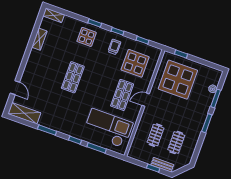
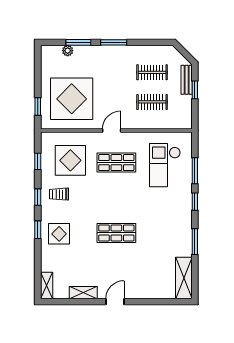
door: (15, 88) -> (115, 302), moved
door: (146, 100) -> (112, 131), swing flipped
checkout: (108, 128) -> (165, 165), width x0.73, depth x0.83

